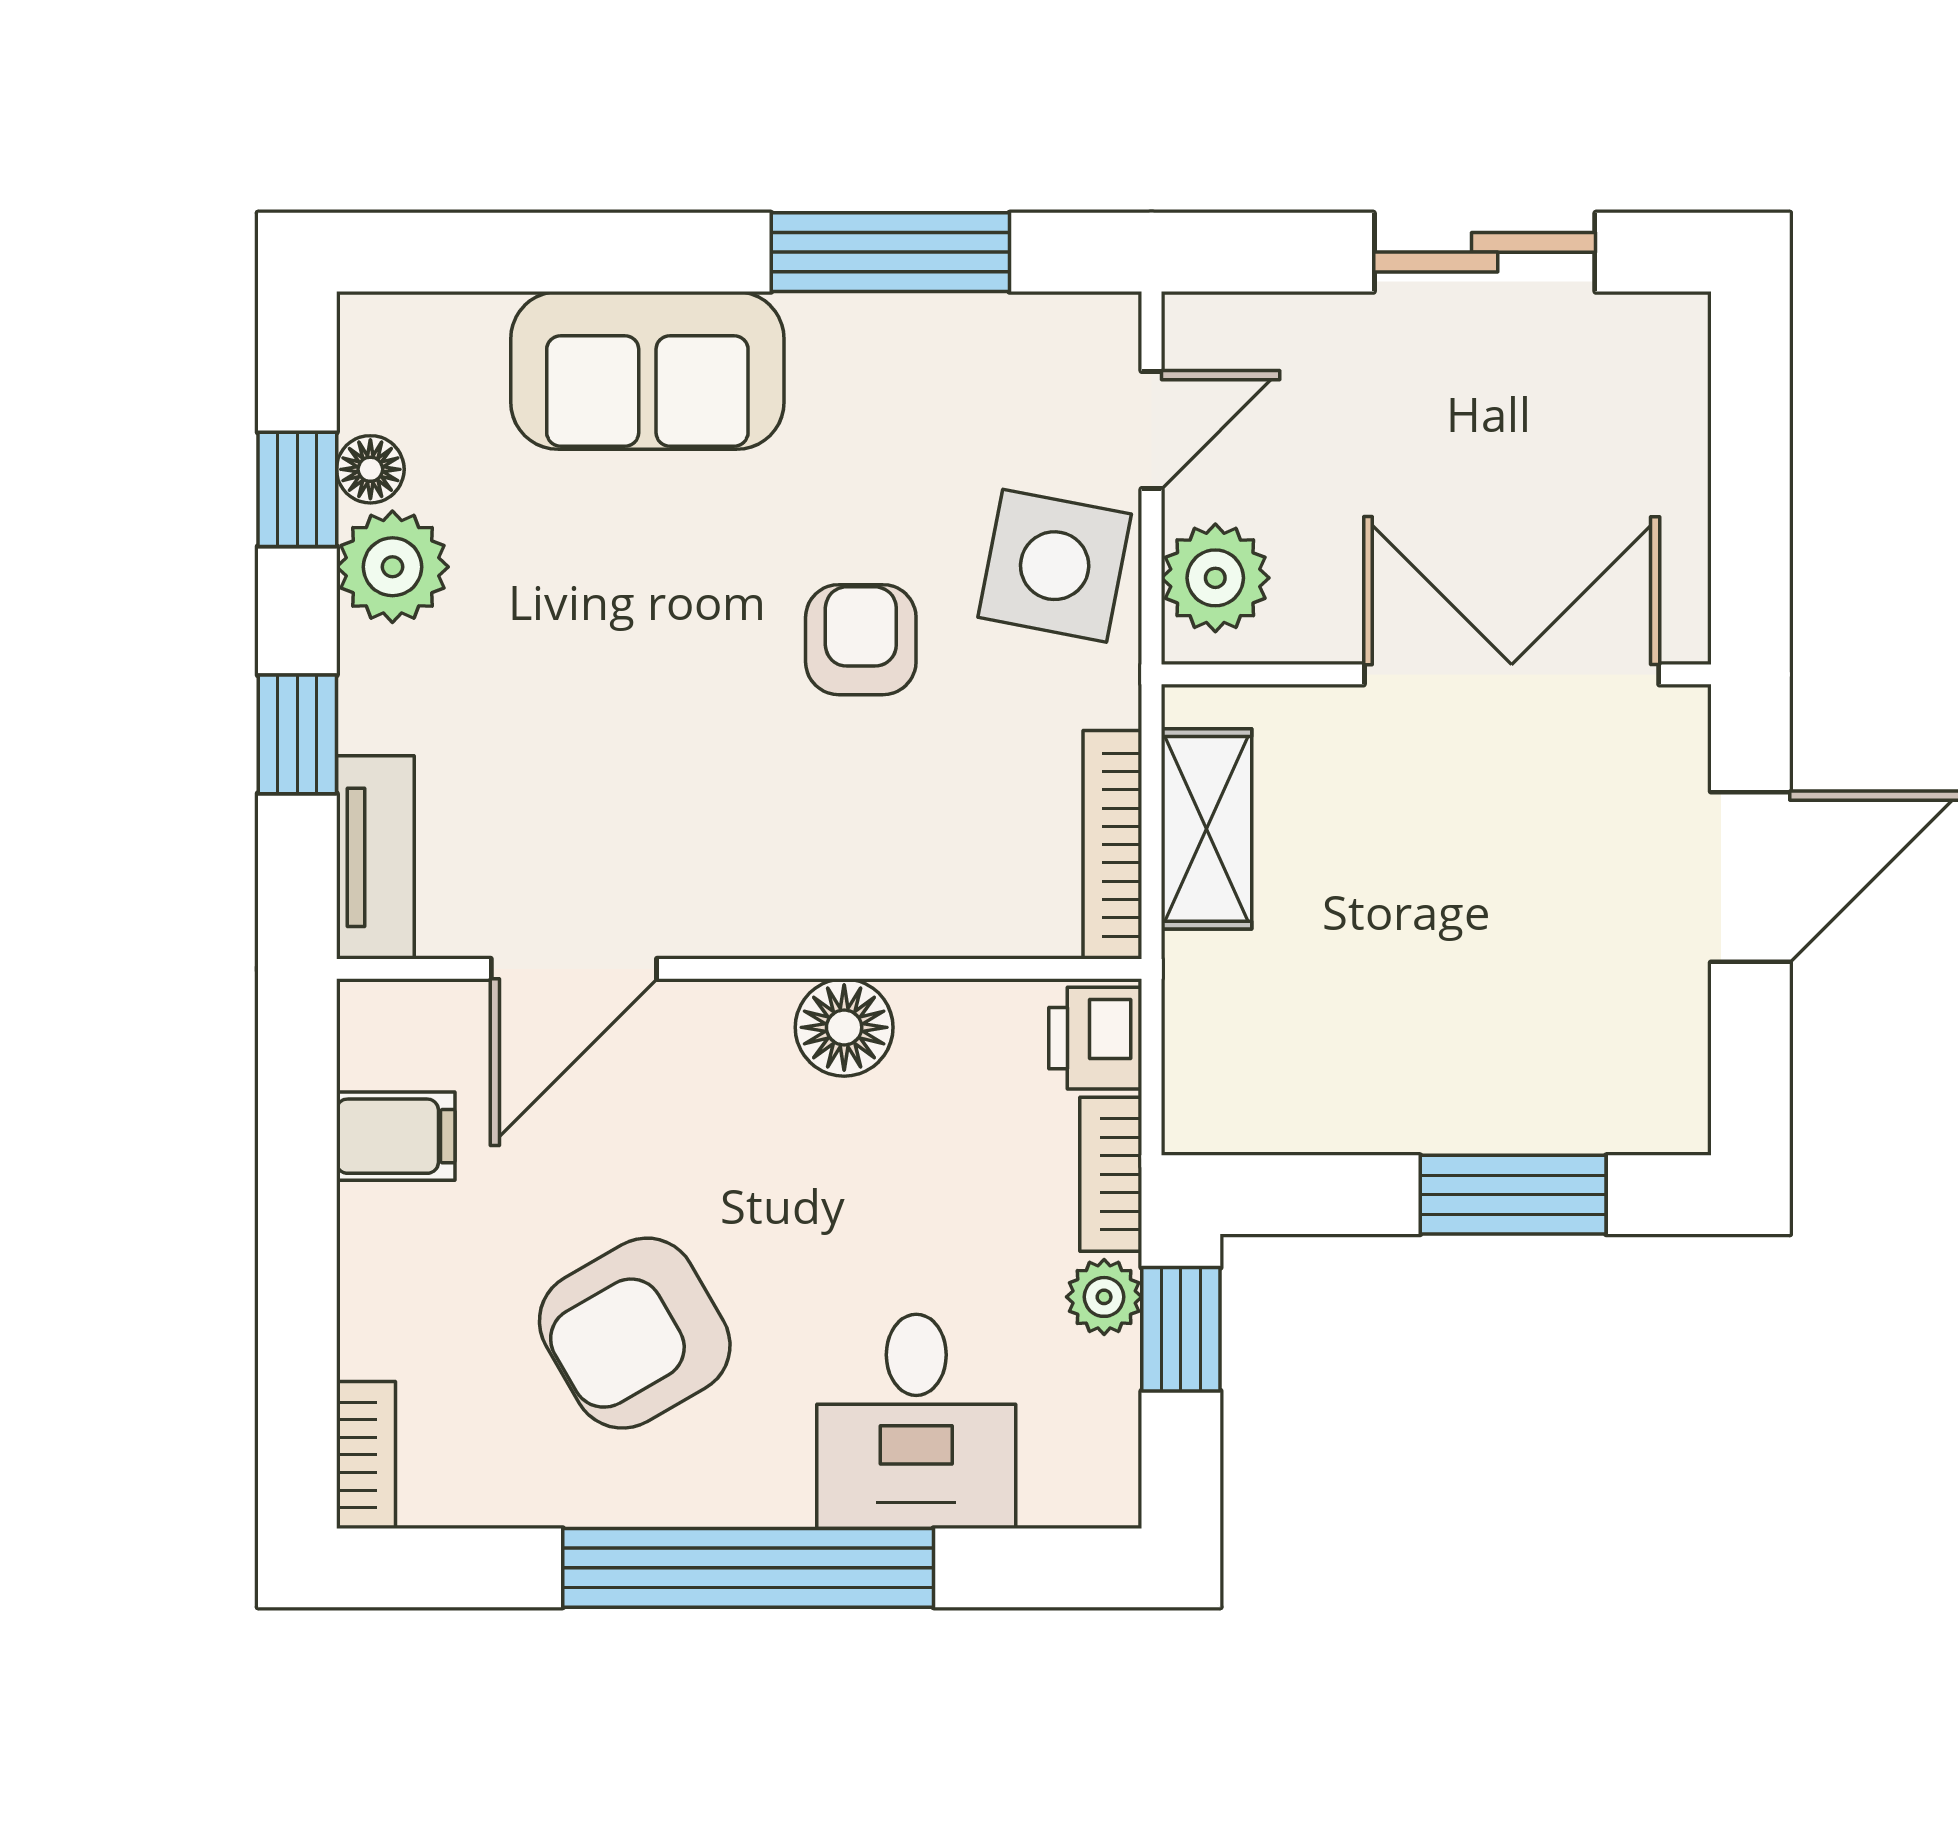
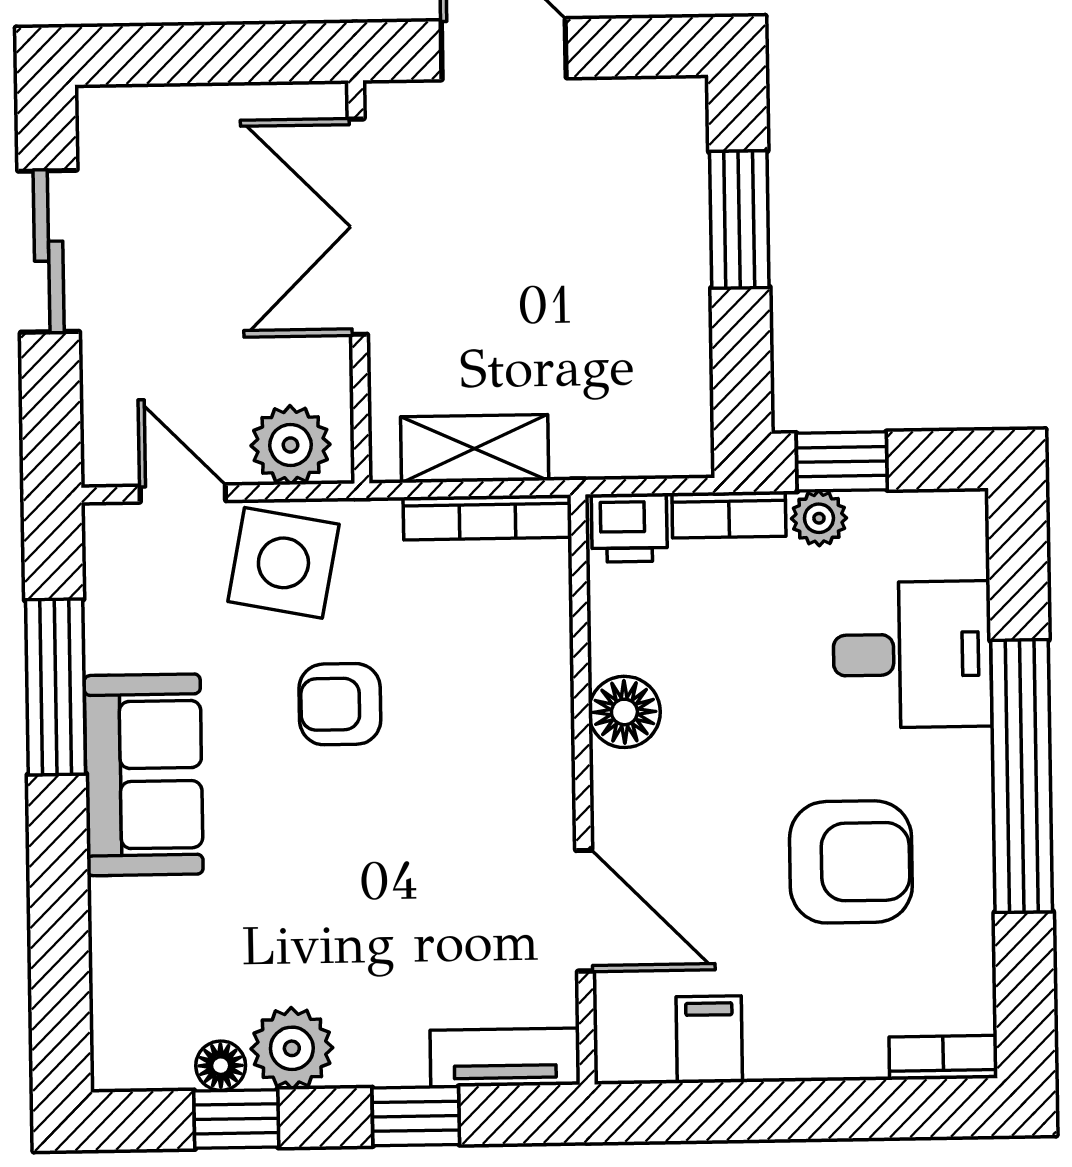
sofa: (647, 370) -> (144, 775), moved
armchair: (635, 1333) -> (851, 862), turned -60

